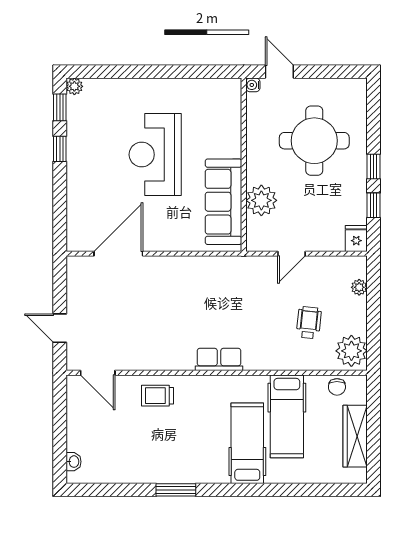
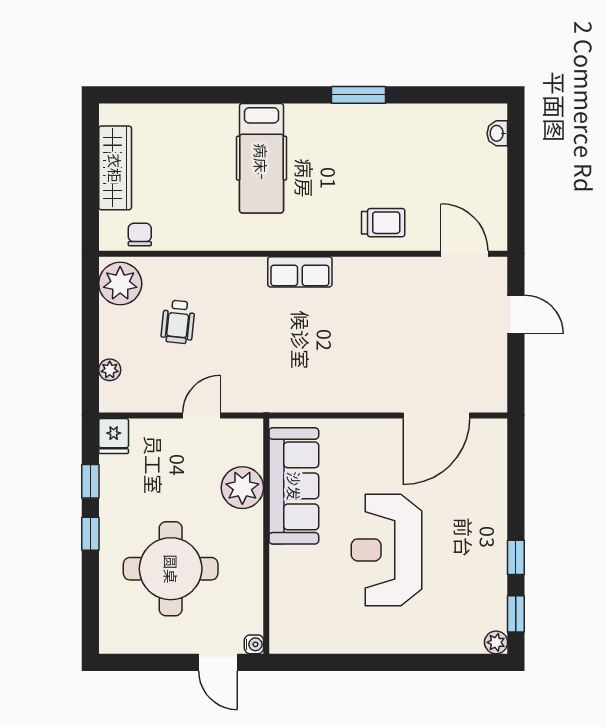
reception desk: (155, 155) -> (387, 550), turned 180
hospital bed: (287, 416) -> (208, 195), removed

